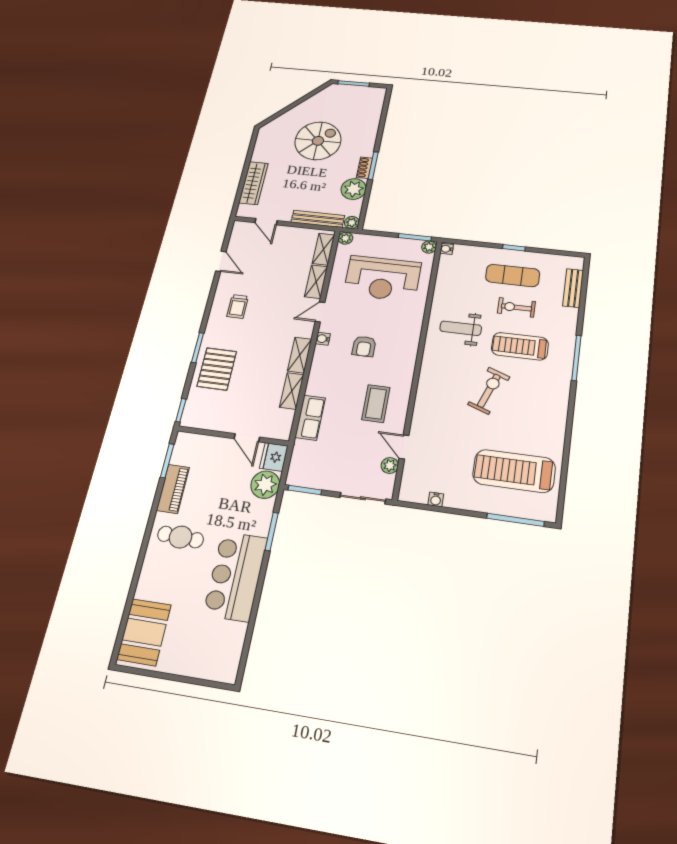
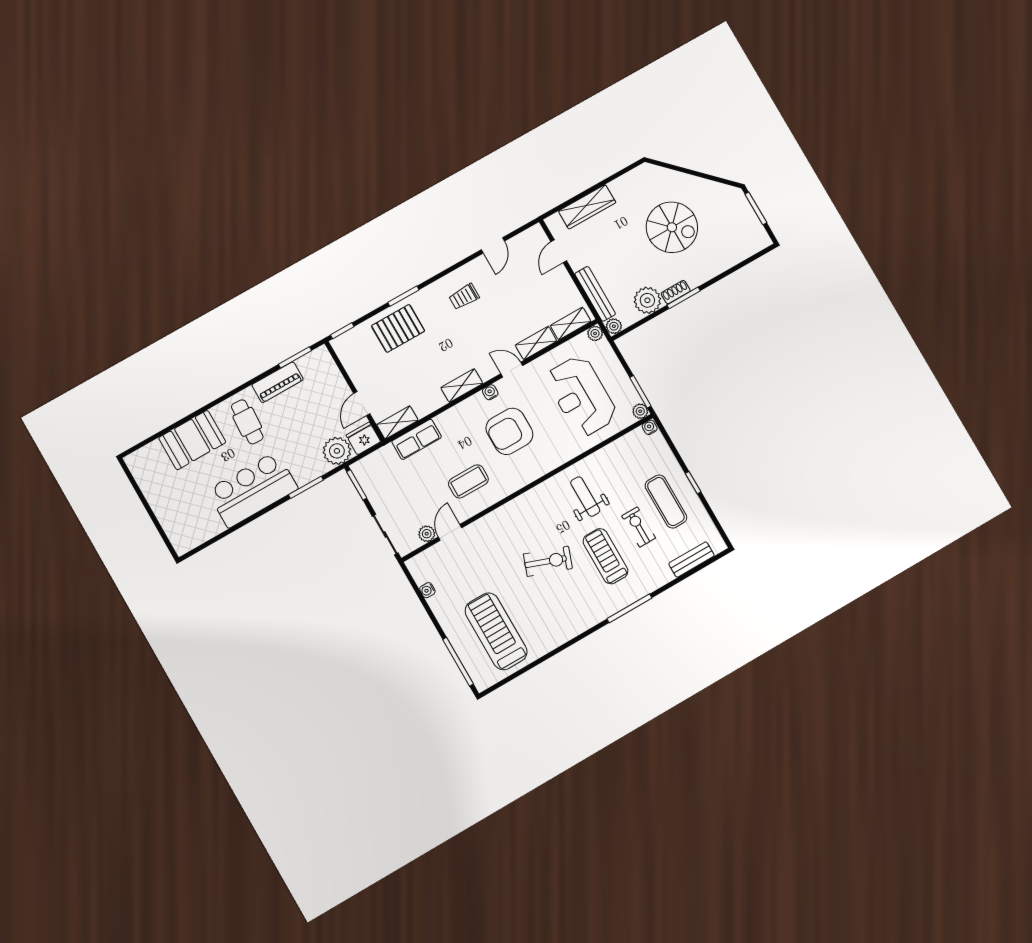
armchair: (364, 346) -> (509, 431), width x1.88, depth x1.88
shelving: (292, 391) -> (397, 422), moved
booth: (144, 632) -> (192, 440), moved

